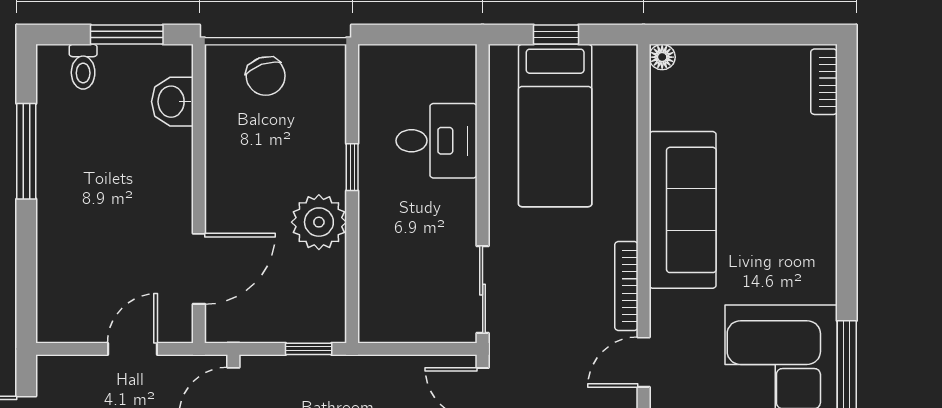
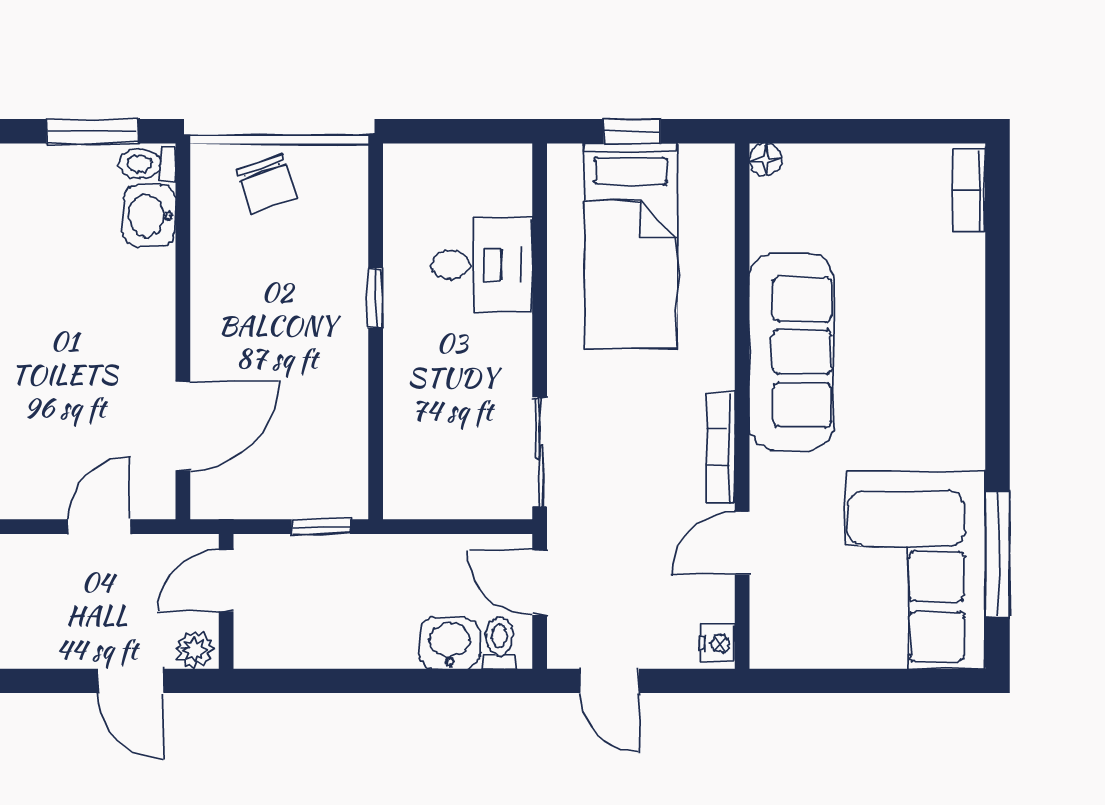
toilet: (83, 67) -> (147, 163), moved, turned 90
plant: (319, 222) -> (334, 367), removed

